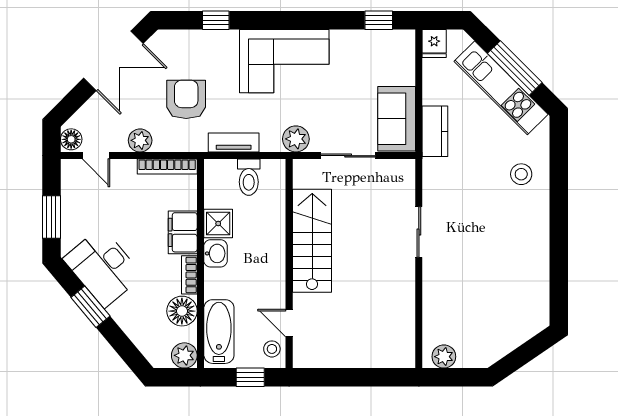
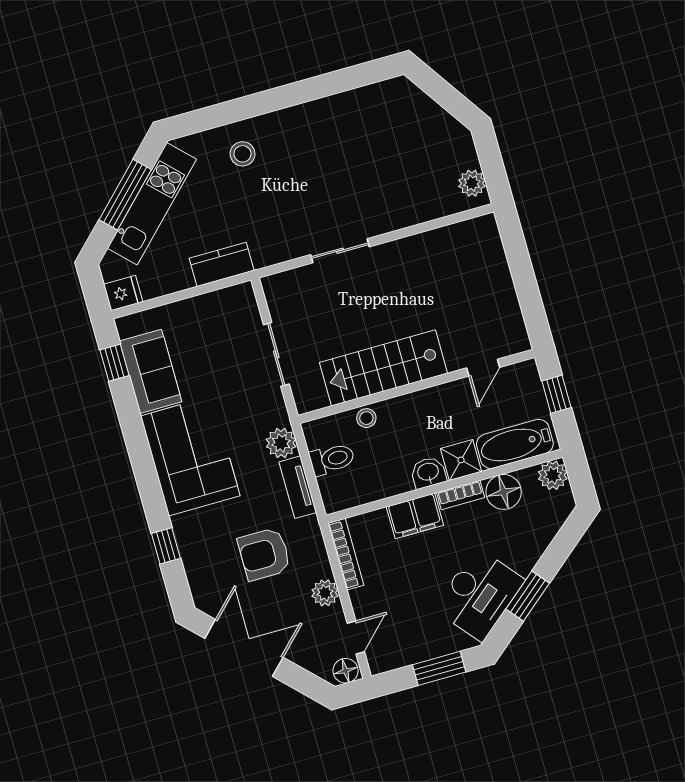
sofa: (397, 119) -> (151, 371), moved, turned -90
plant: (296, 139) -> (281, 443), moved
shower: (218, 224) -> (461, 460), moved
stool: (272, 349) -> (366, 418), moved

